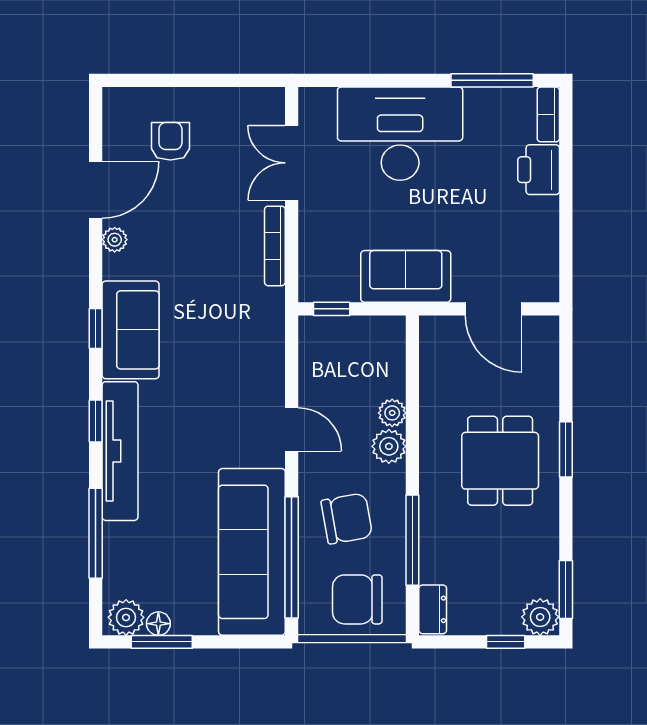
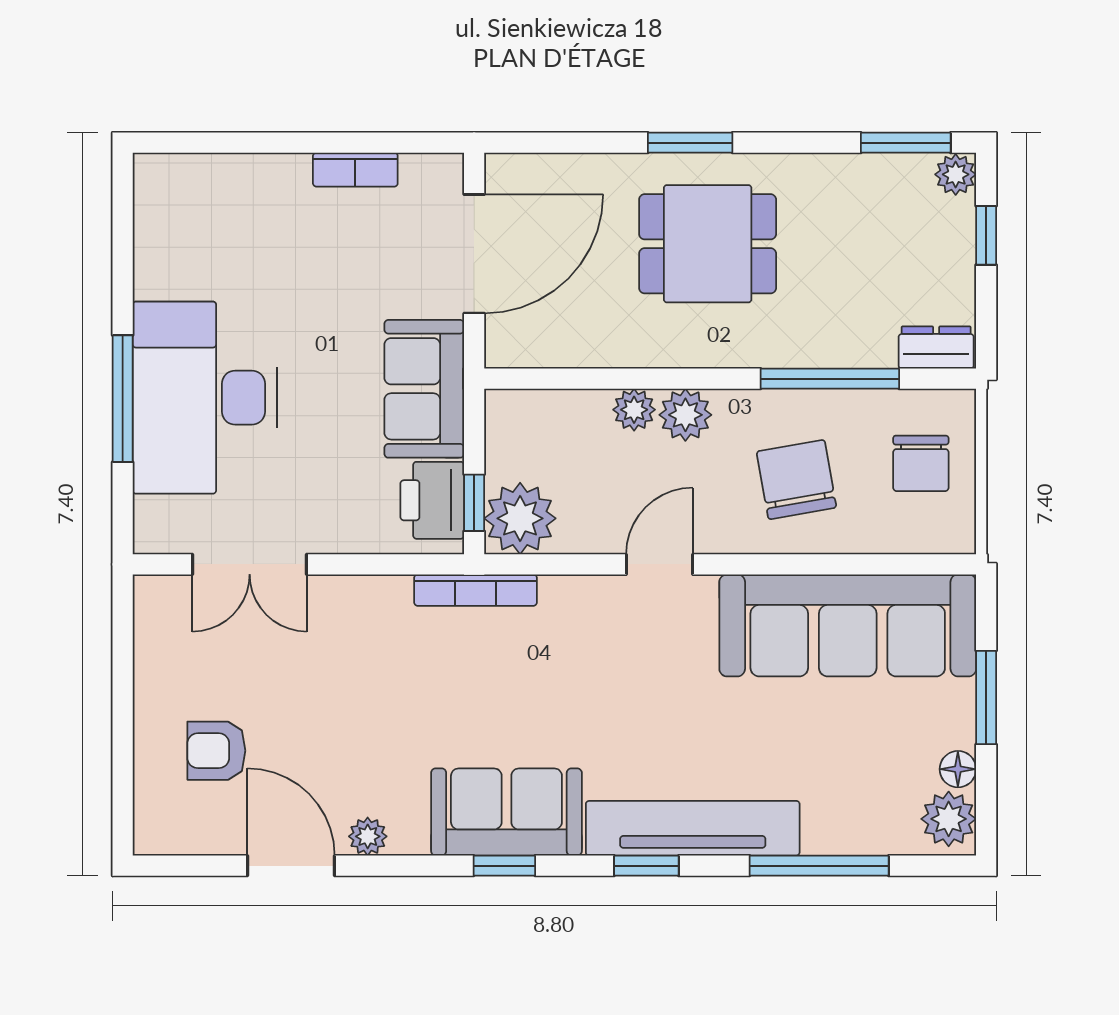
window: (492, 80) -> (123, 399), moved
bookcase: (548, 114) -> (355, 170), moved
printer: (539, 170) -> (432, 500), moved, turned 90
bookcase: (275, 246) -> (476, 590), moved
door: (493, 309) -> (474, 254), width x1.36
plant: (321, 339) -> (520, 518), added
window: (292, 557) -> (856, 564), removed
chair: (357, 599) -> (921, 463), width x0.73, depth x0.73
plant: (540, 617) -> (956, 174), width x0.73, depth x0.73
window: (162, 642) -> (986, 698), moved

